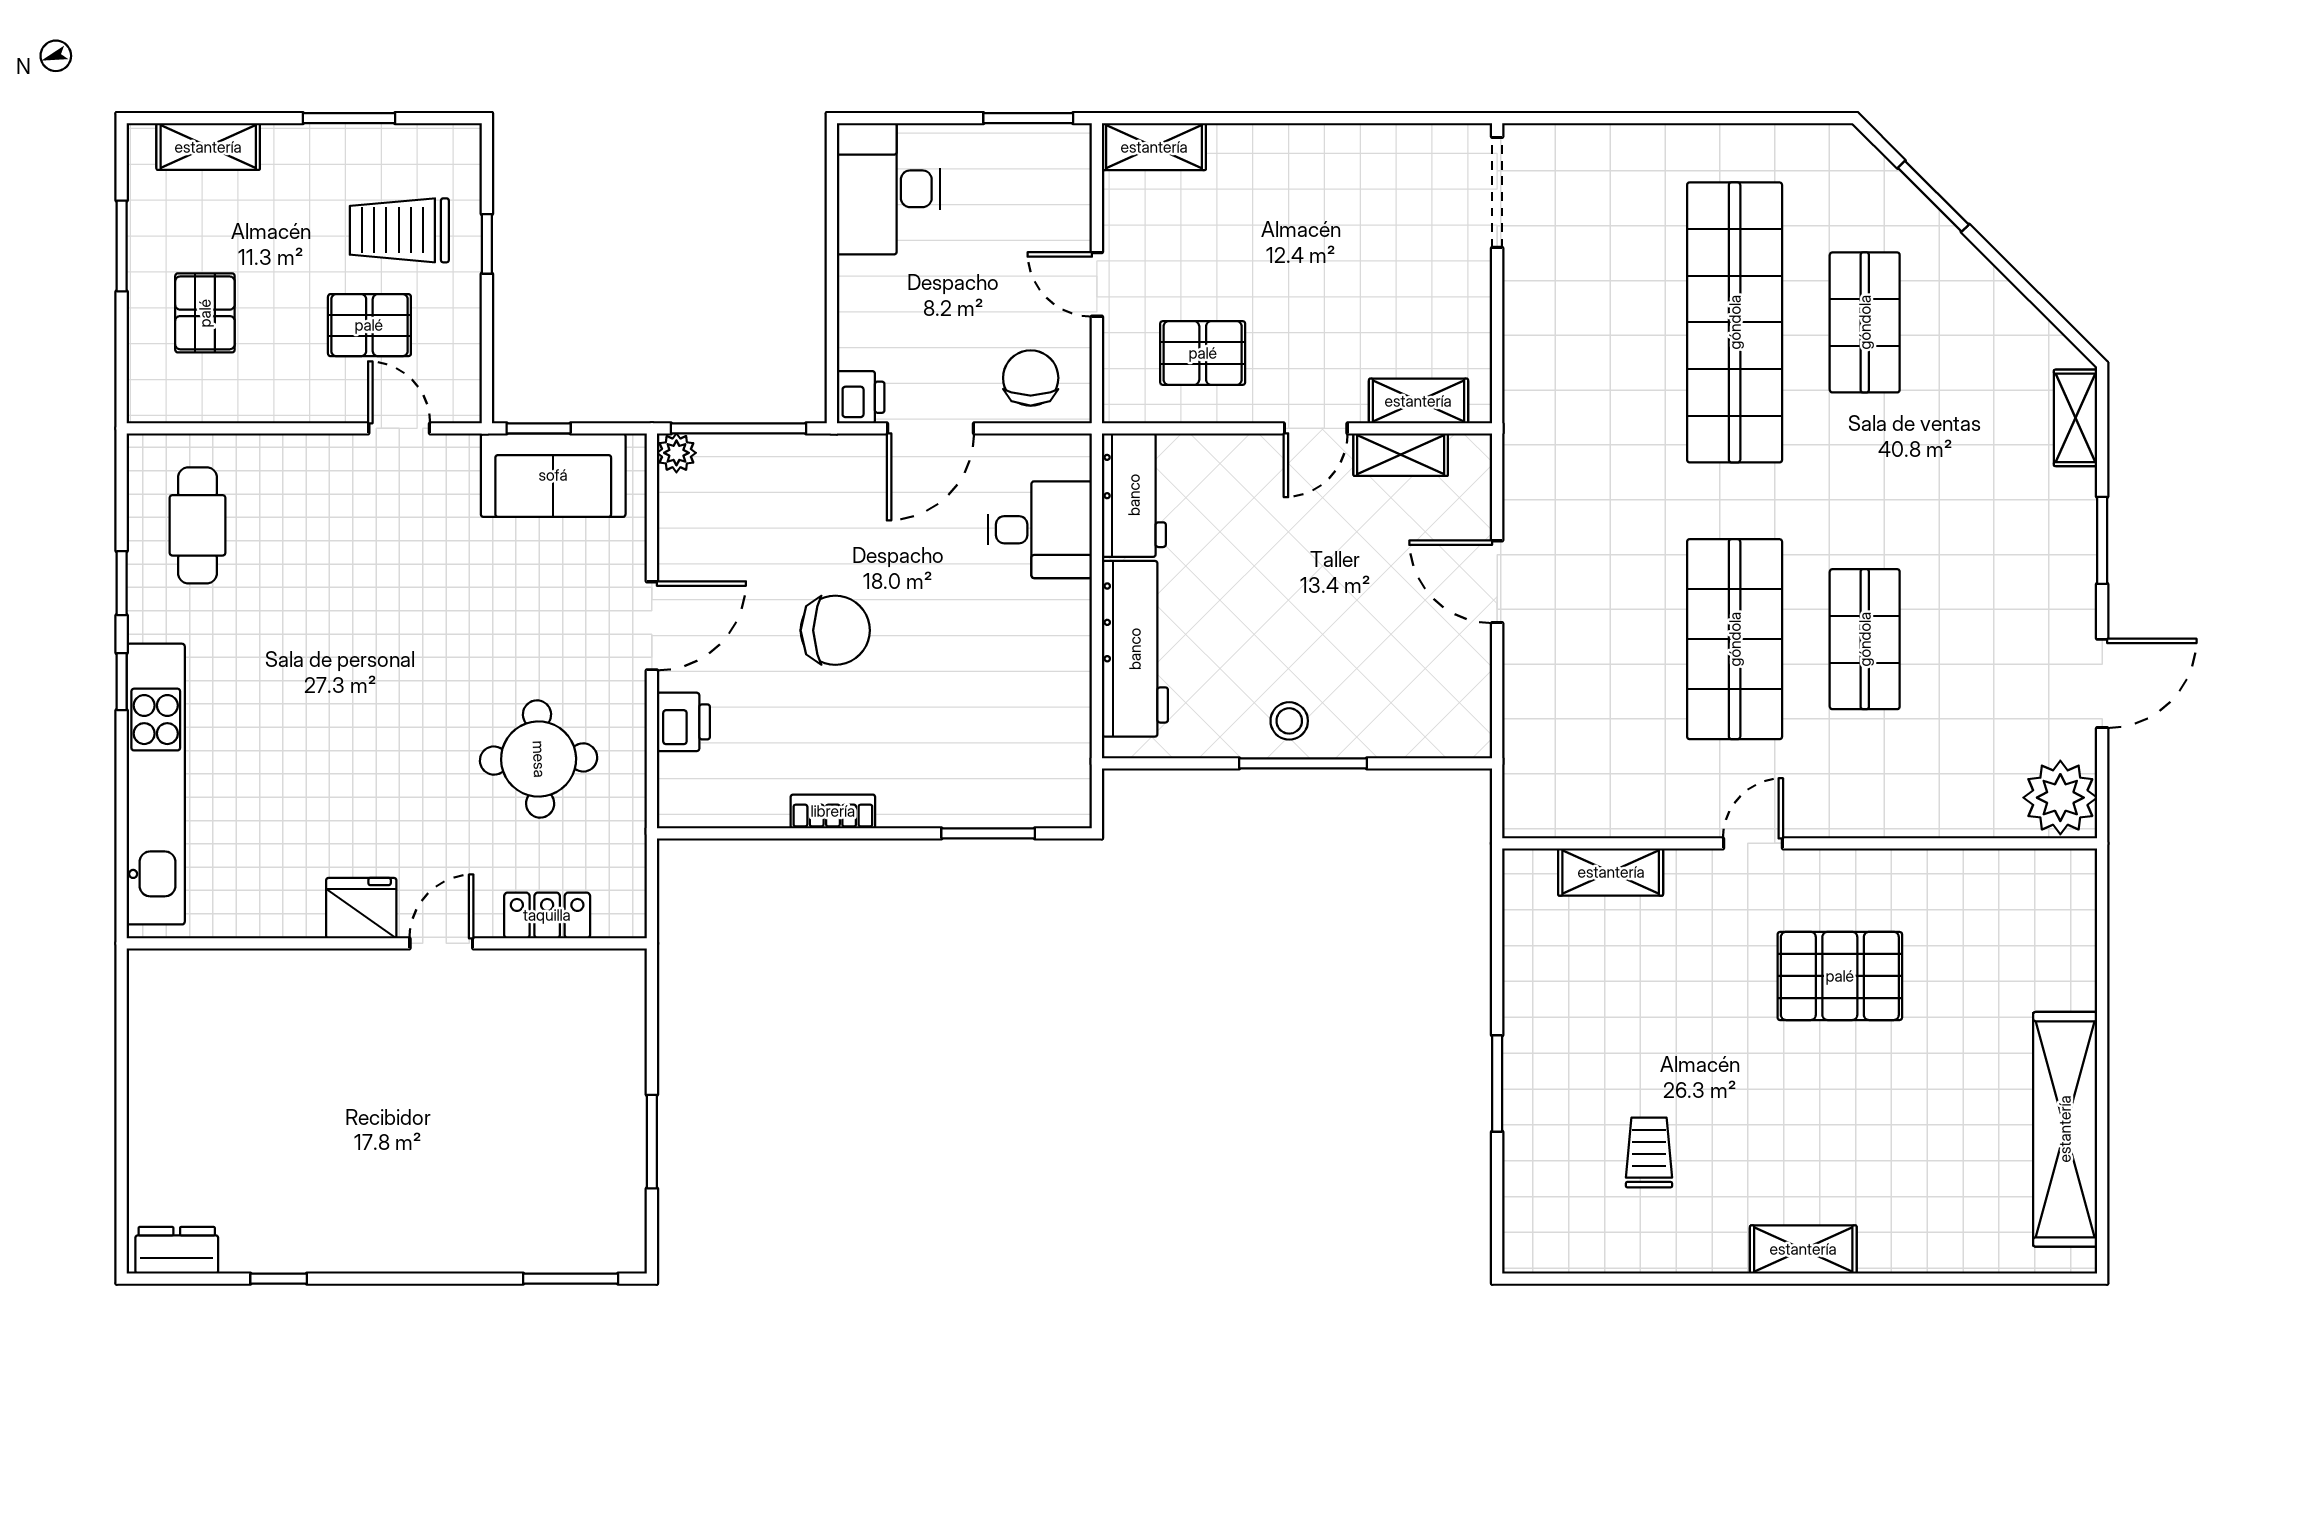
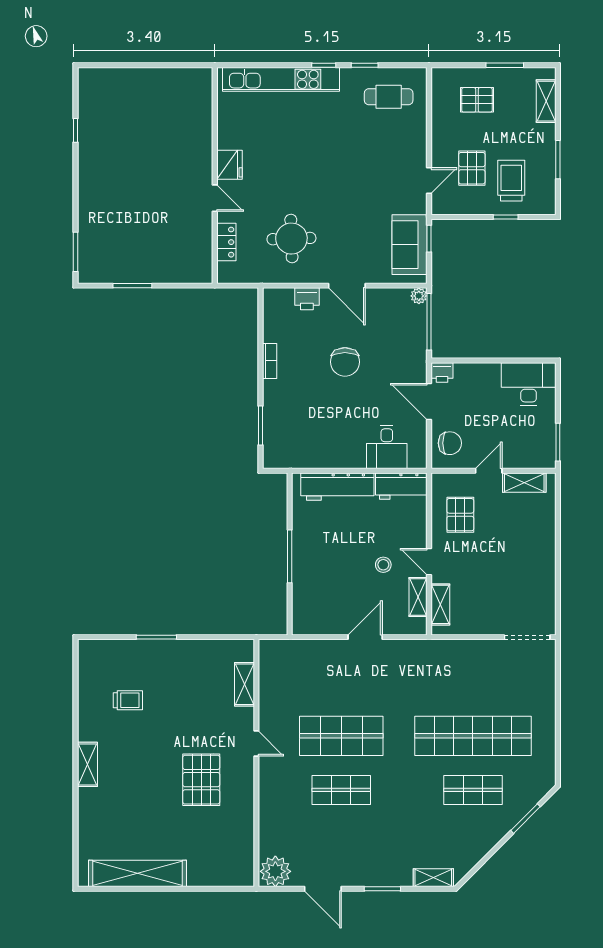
shelving: (1154, 147) -> (524, 483), moved, turned 90
stool: (1289, 721) -> (383, 565), moved
dresser: (177, 1250) -> (87, 88), removed

